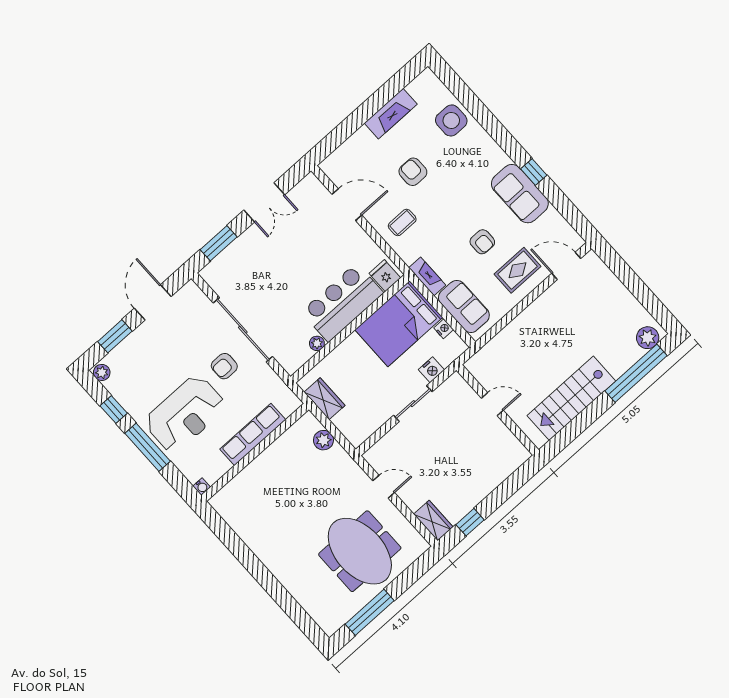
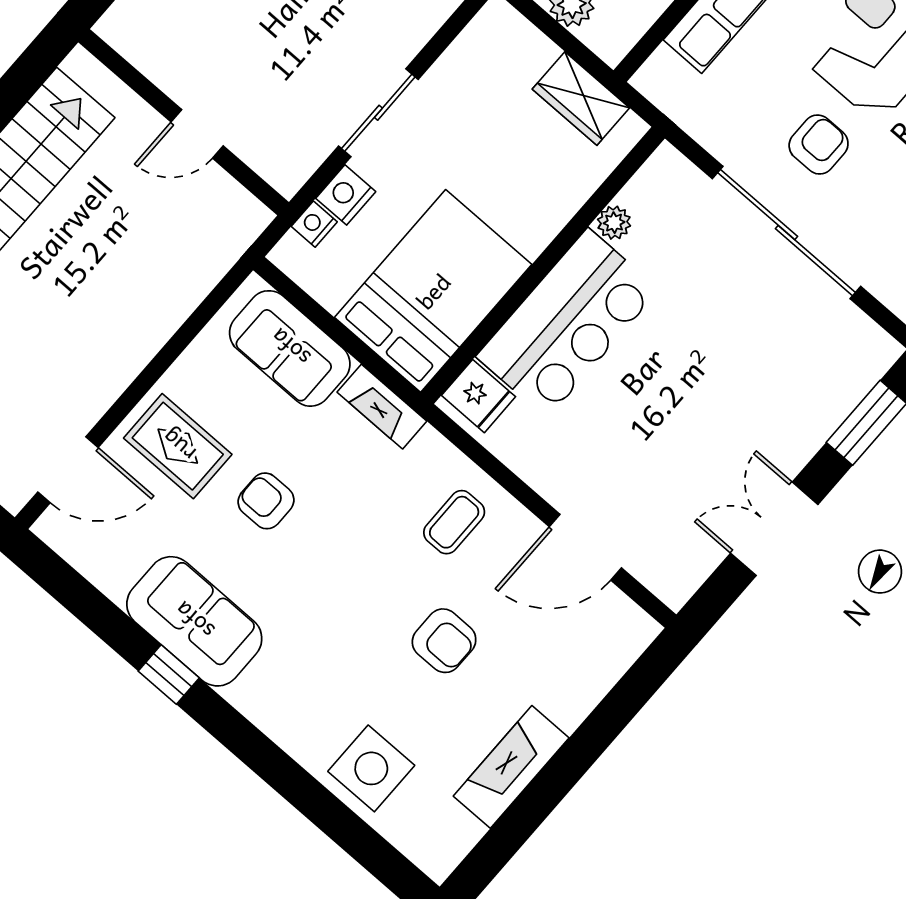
rug: (518, 270) -> (178, 446), turned 90
nightstand: (444, 329) -> (314, 224), moved, turned 90

